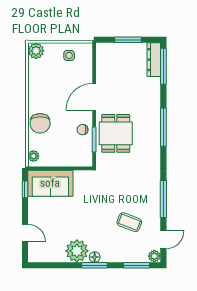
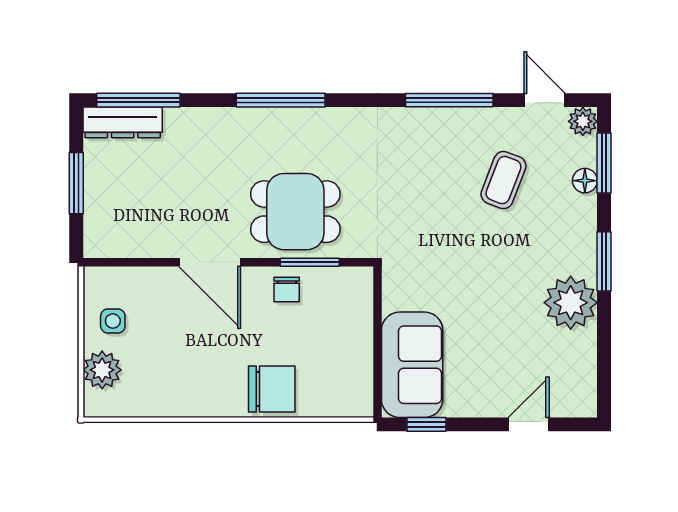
plant: (36, 51) -> (102, 370), moved
plant: (33, 156) -> (348, 404), removed
floor lamp: (95, 257) -> (585, 181), moved

